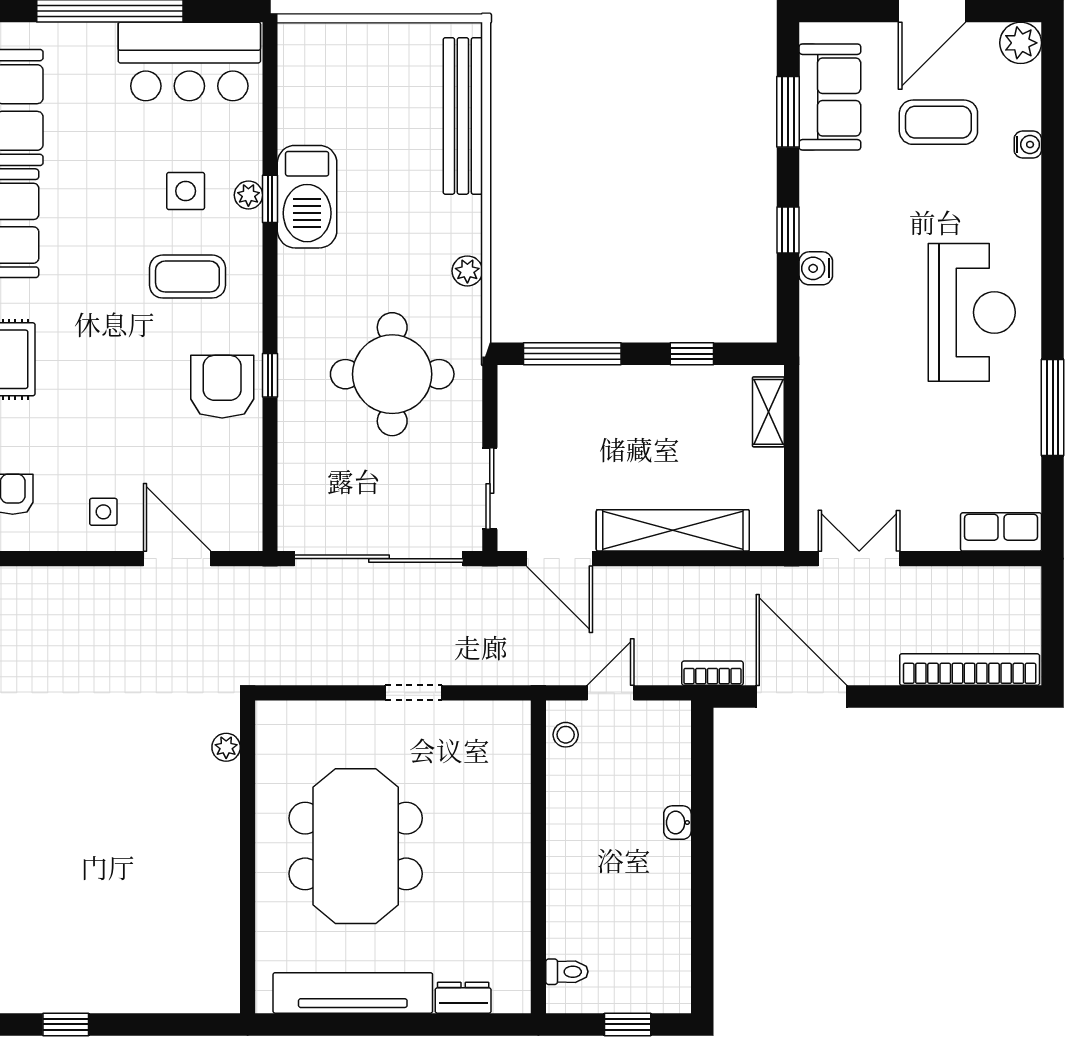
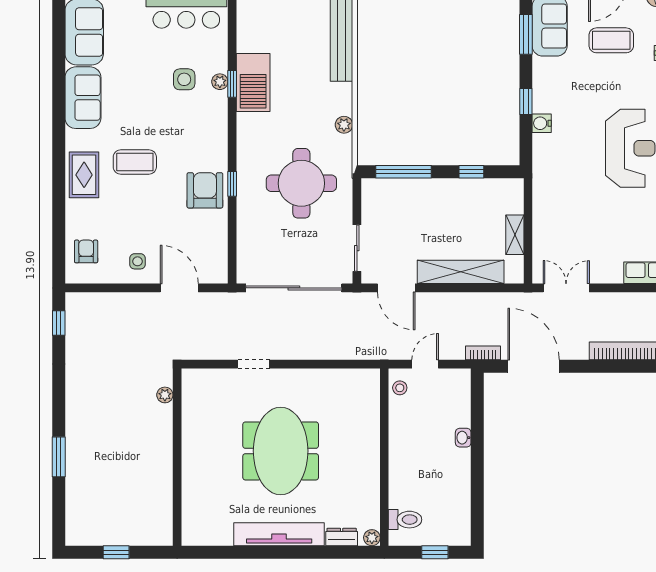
coffee table: (187, 277) -> (135, 162), moved
shelving: (768, 412) -> (515, 235), moved
doorway: (413, 693) -> (254, 364), moved
plant: (226, 747) -> (165, 395), moved
wall: (248, 857) -> (177, 457), moved
toilet: (567, 972) -> (405, 520), width x1.37, depth x1.39
plant: (516, 999) -> (372, 538), added

